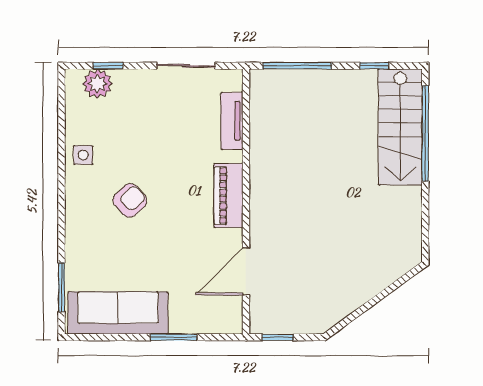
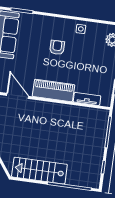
stairs: (400, 127) -> (39, 171), moved
piano: (229, 196) -> (54, 91), width x1.37, depth x1.33
armchair: (130, 200) -> (57, 47), turned -138

